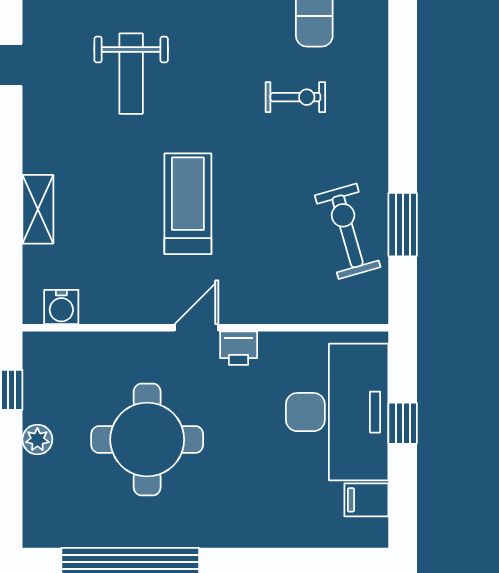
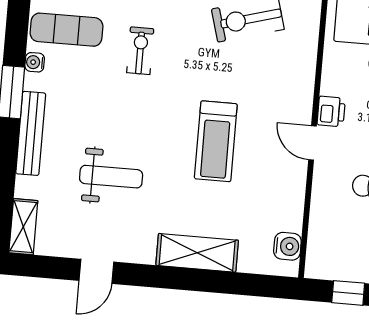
treadmill: (188, 204) -> (216, 141), turned -90
shelving: (38, 209) -> (197, 253), width x1.50, depth x1.33

